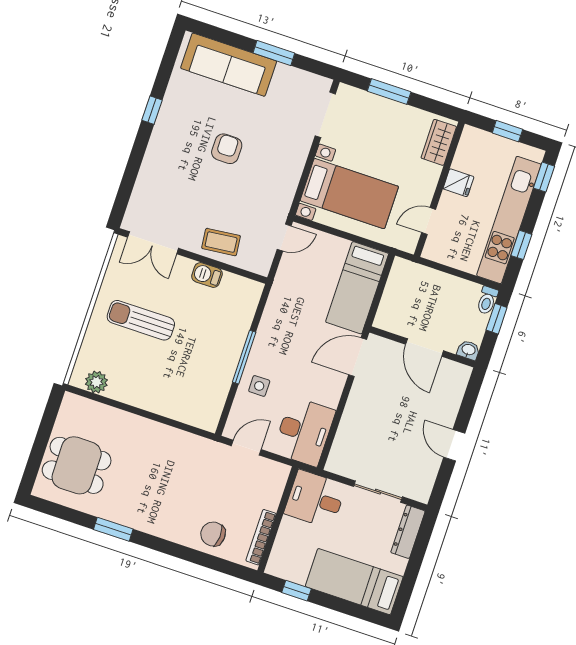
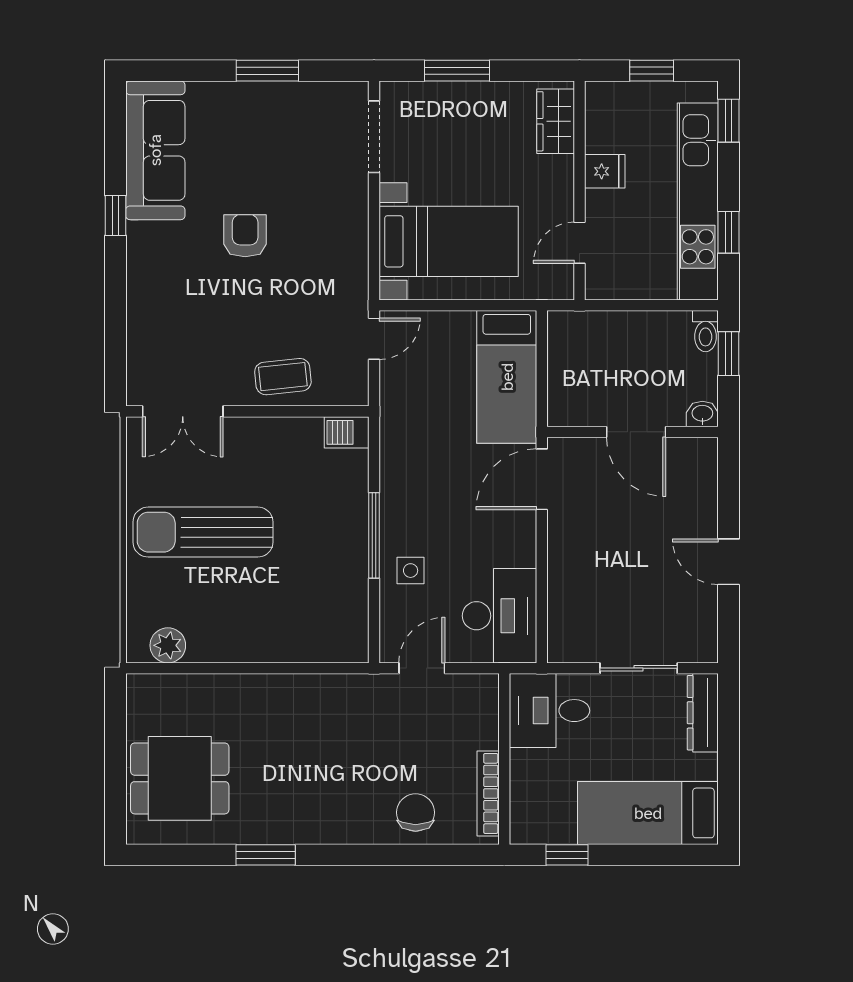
sofa: (229, 65) -> (155, 150), moved, turned -90
barbecue: (207, 275) -> (347, 432), moved
sun lounger: (141, 320) -> (203, 532), width x1.36, depth x1.34
chair: (213, 534) -> (416, 812), turned 87

